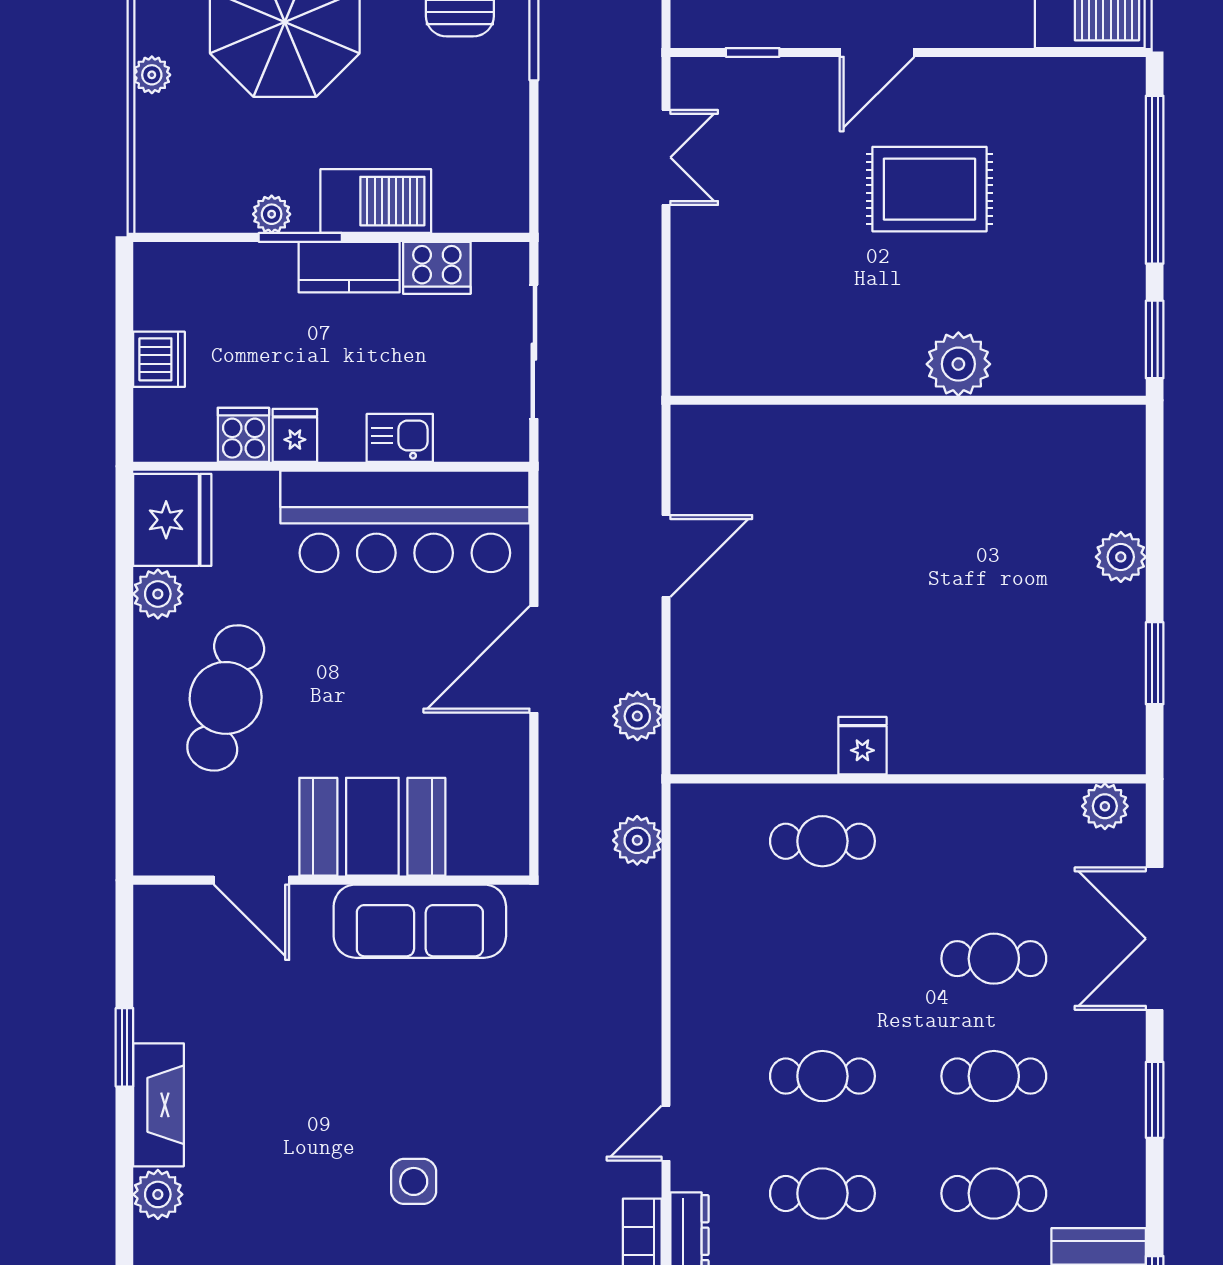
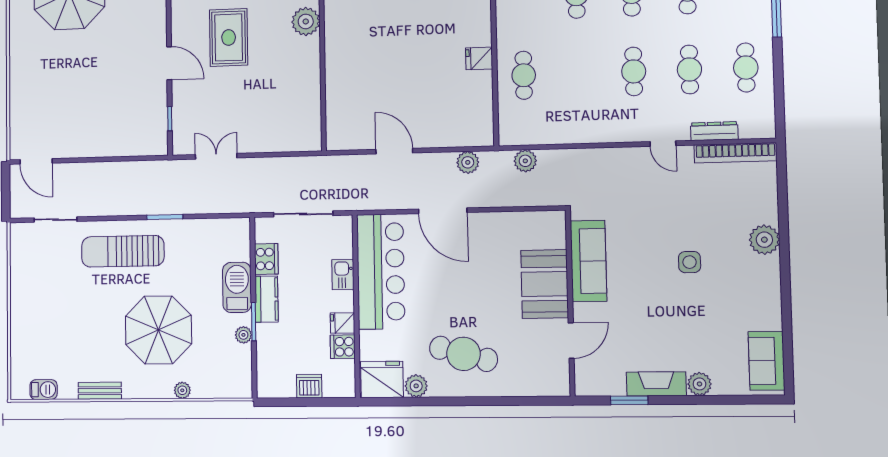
booth: (372, 827) -> (545, 284), moved
door: (252, 880) -> (571, 341), moved
wall: (331, 880) -> (570, 303), moved
sofa: (420, 921) -> (588, 261), moved

